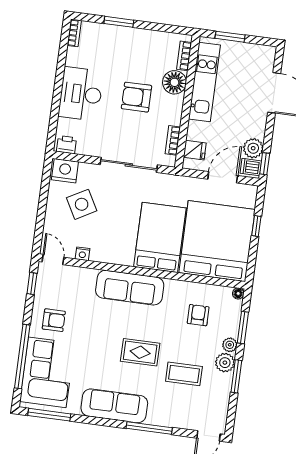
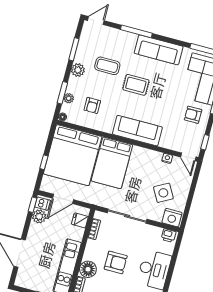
plant: (230, 345) -> (69, 98), moved
window: (236, 376) -> (74, 49), moved

